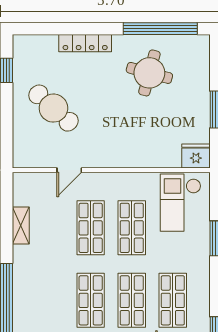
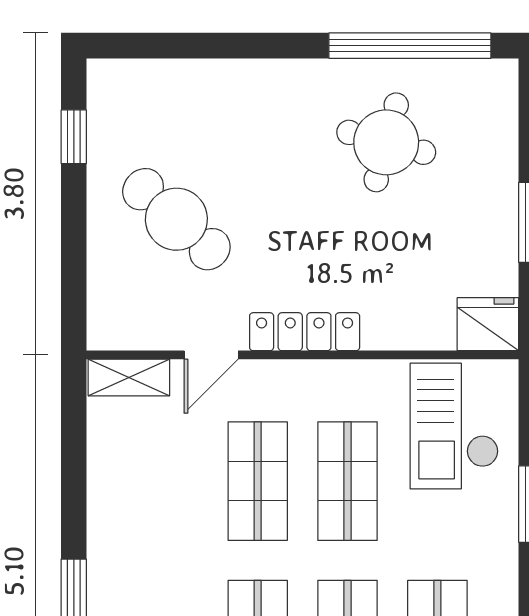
locker: (85, 43) -> (305, 332), moved, turned 180
shelving: (21, 226) -> (129, 377), moved, turned 90

